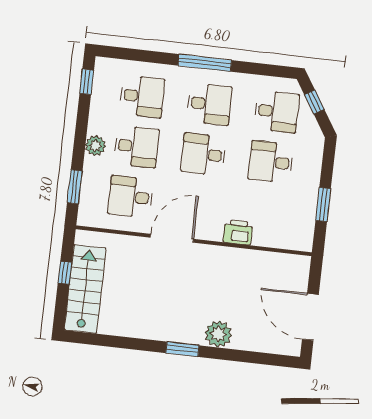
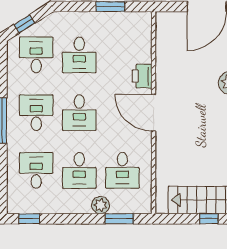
plant: (95, 146) -> (101, 205), moved
desk: (136, 147) -> (79, 170), turned 180
door: (172, 238) -> (154, 113), moved
window: (65, 273) -> (209, 219), moved

